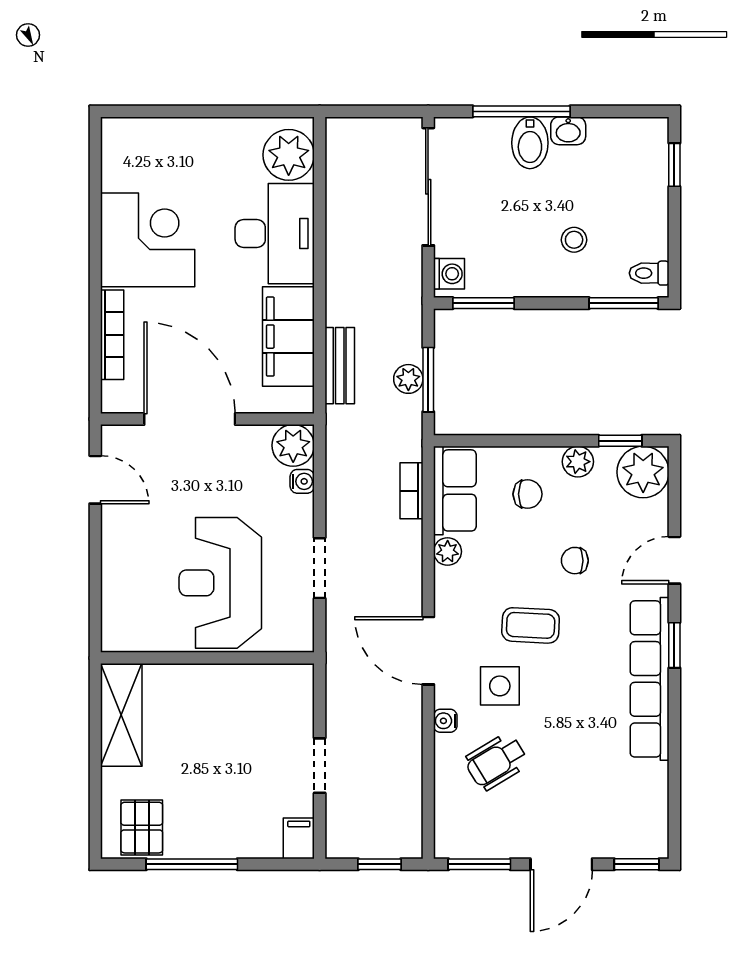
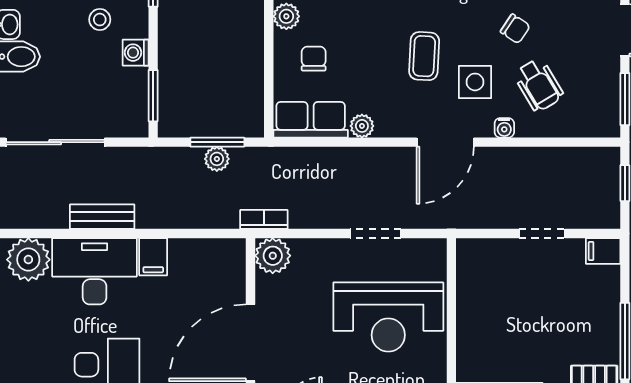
washing machine: (449, 274) -> (136, 53), moved, turned -90
filing cabinet: (288, 337) -> (153, 257), width x0.33, depth x0.86
bench: (340, 366) -> (102, 217), moved
water cooler: (302, 481) -> (303, 248), removed
bookcase: (412, 491) -> (264, 219), moved, turned 180
chair: (575, 561) -> (515, 29), moved, turned -56

